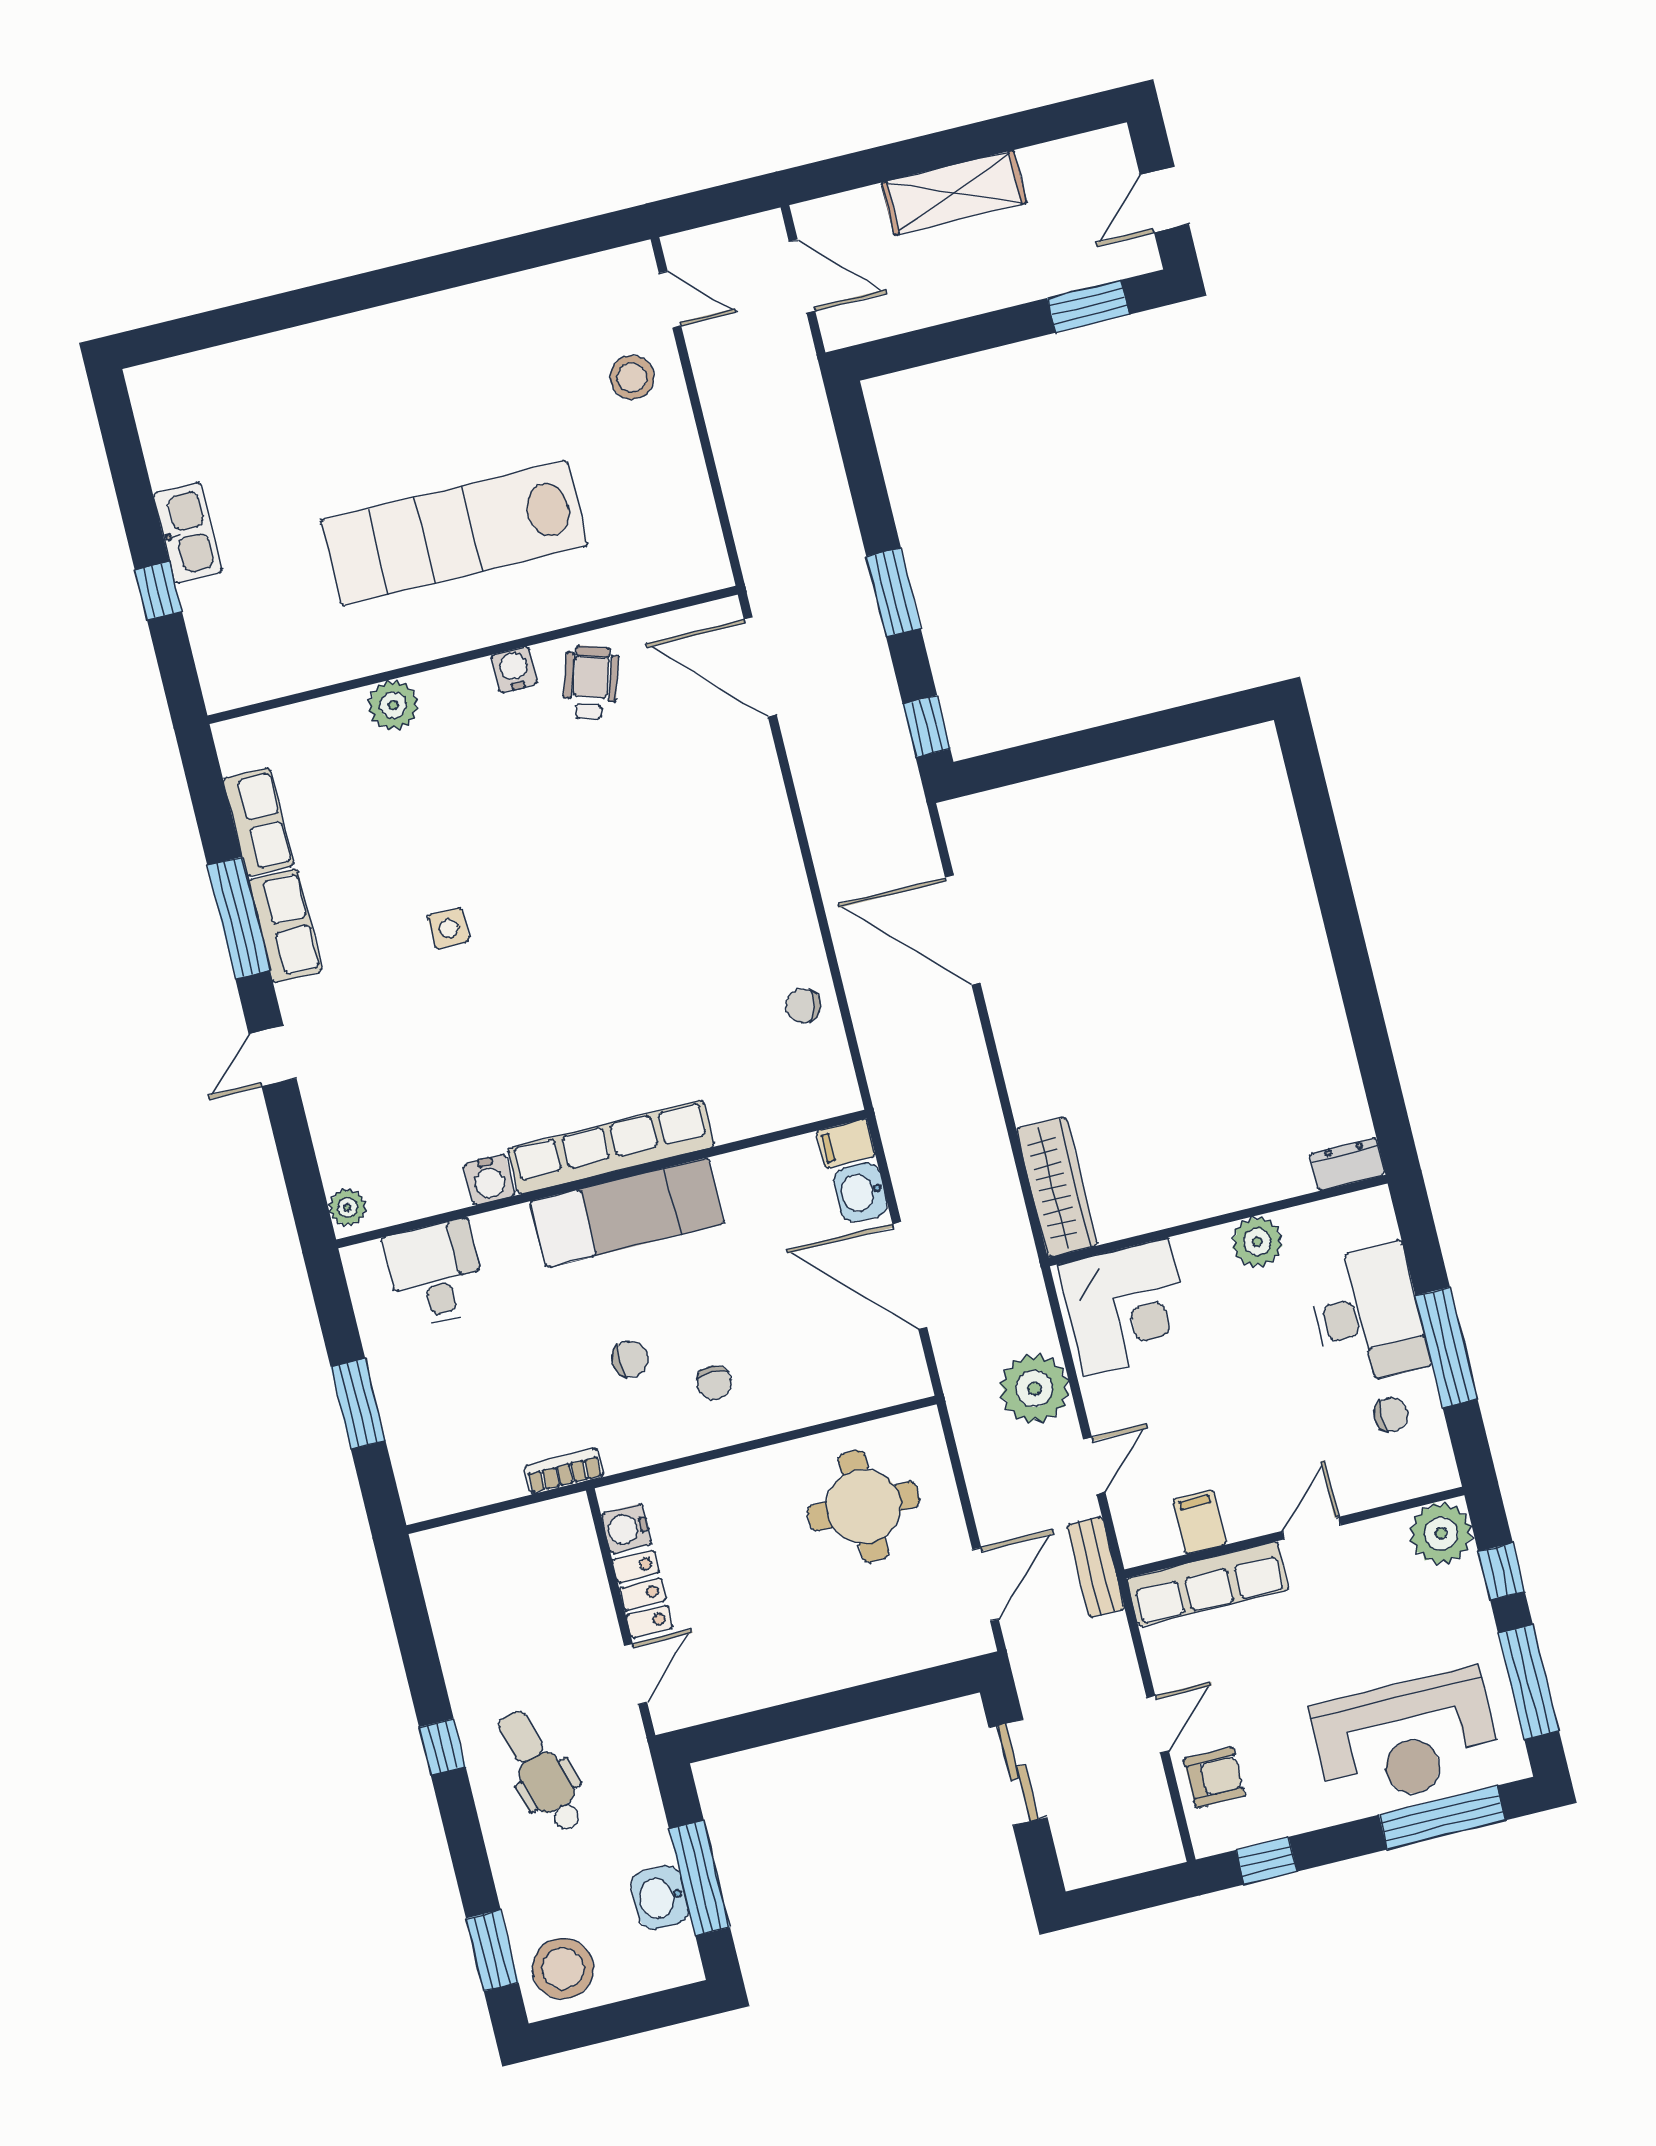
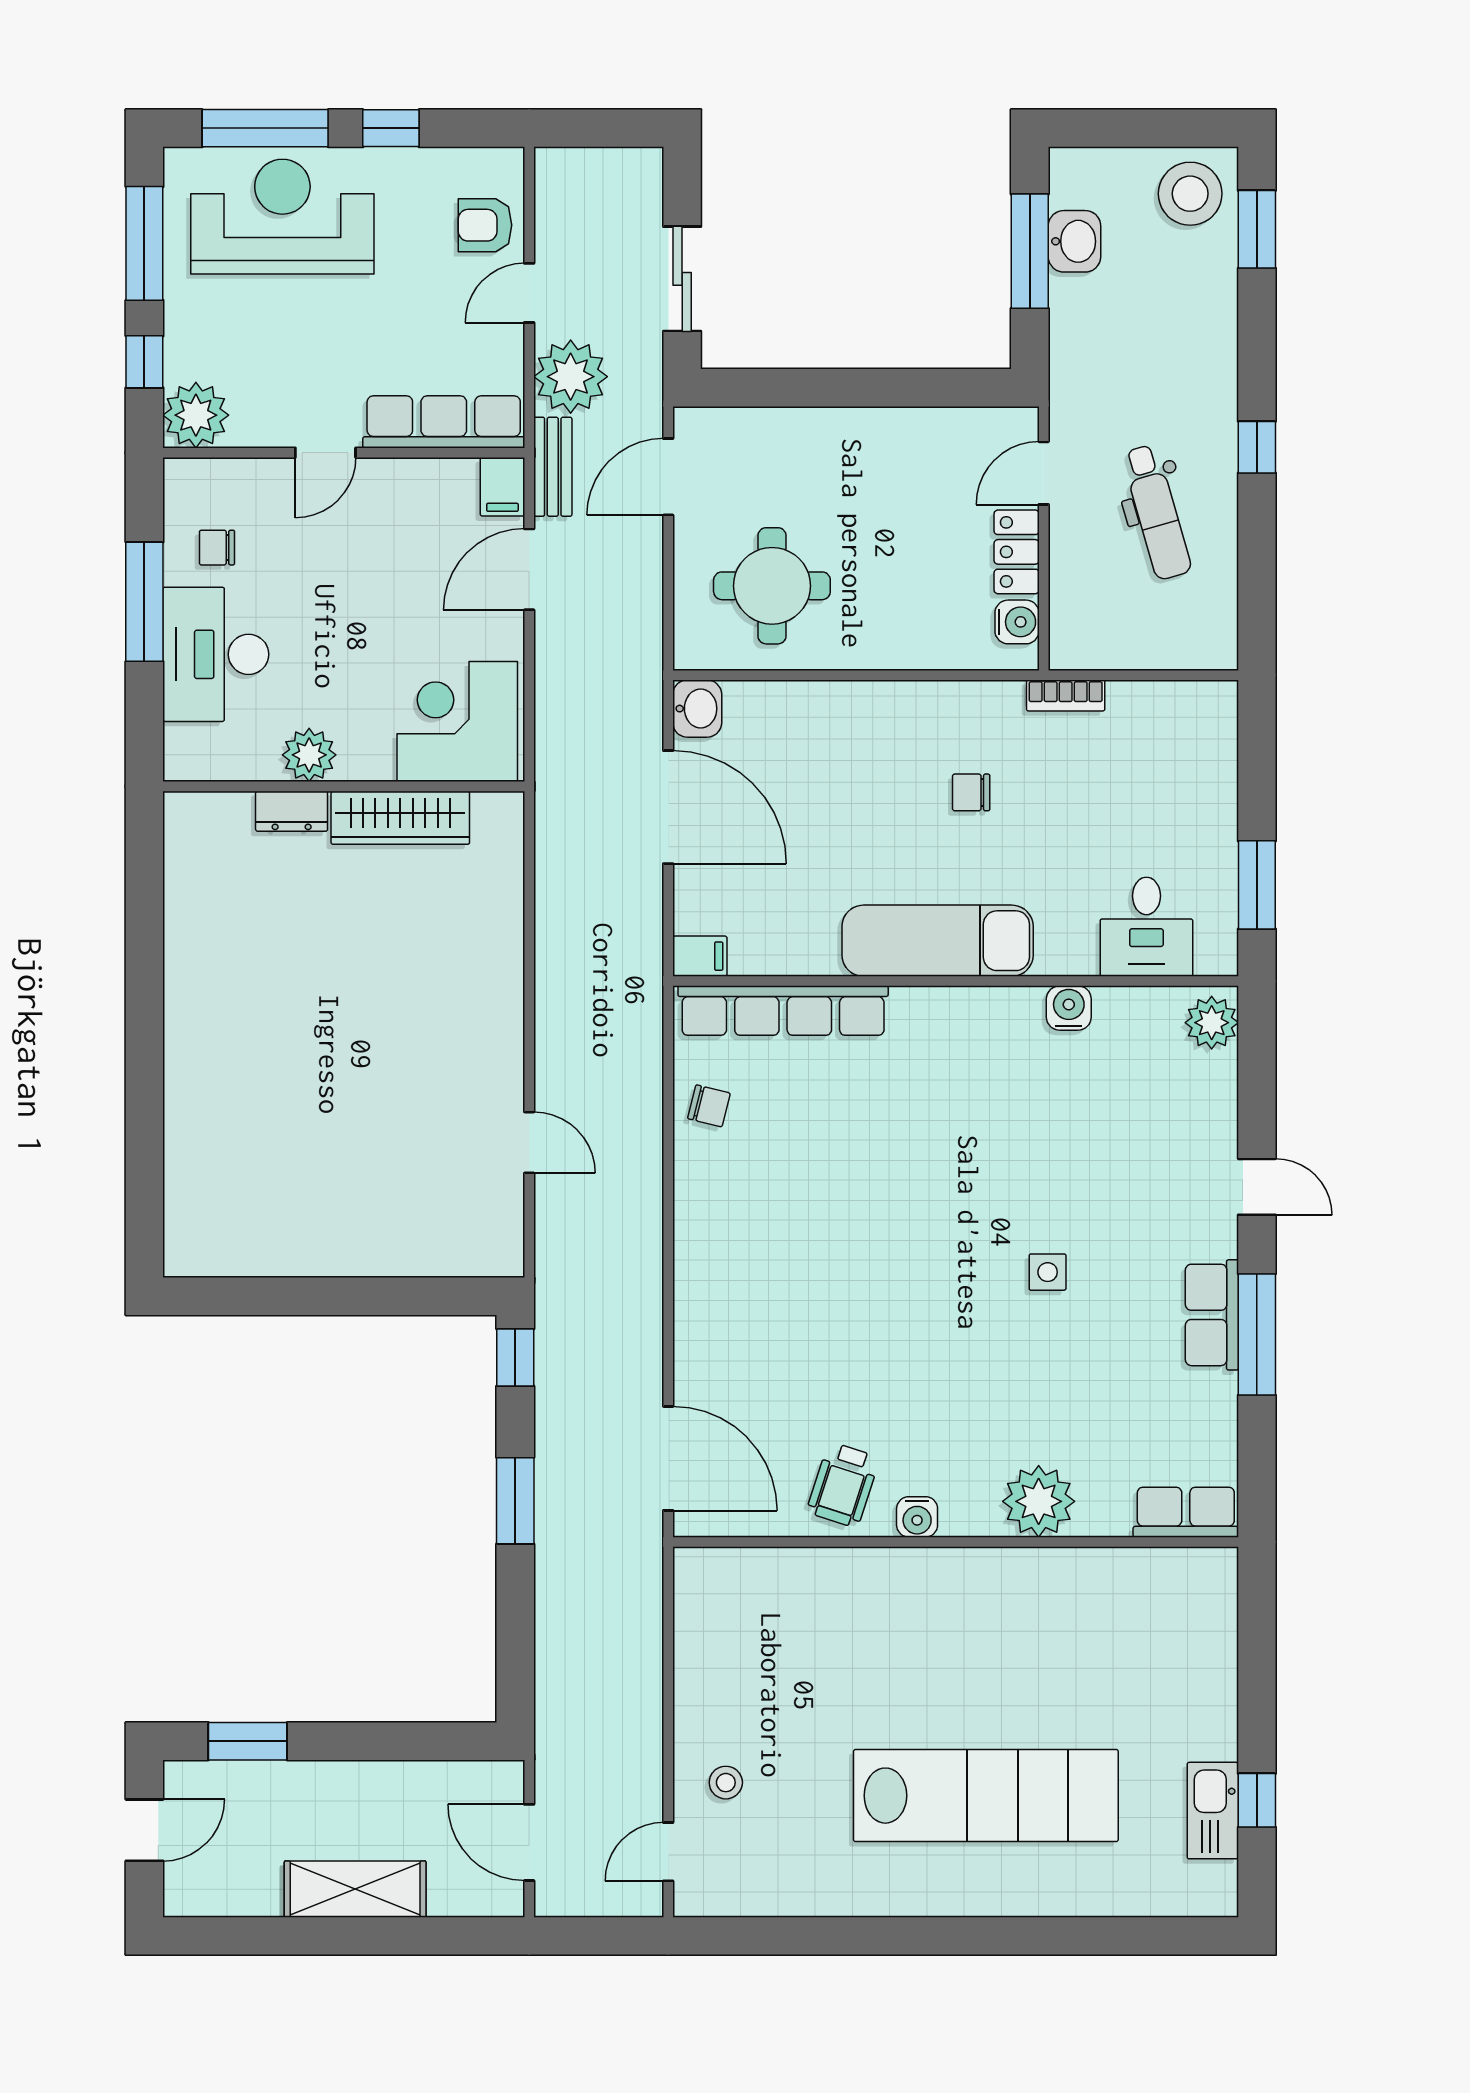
door: (670, 299) -> (668, 1852), hinge flipped
stool: (632, 377) -> (726, 1783), width x0.73, depth x0.73
kitchen sink: (188, 533) -> (1213, 1811), moved
lab bench: (454, 533) -> (986, 1796), moved
window: (158, 591) -> (1257, 1800), moved
plant: (393, 705) -> (1039, 1501), width x1.36, depth x1.36
row of seats: (258, 822) -> (1186, 1512), moved, turned 90
door: (963, 930) -> (529, 1143), width x0.53
door: (273, 1056) -> (1257, 1187), hinge flipped
row of seats: (611, 1147) -> (783, 1011), moved
dresser: (1347, 1164) -> (292, 811), moved
wardrobe: (1057, 1187) -> (400, 818), moved, turned -90
washbasin: (861, 1192) -> (697, 709), moved
plant: (347, 1207) -> (1212, 1023), width x1.38, depth x1.38
chair: (714, 1383) -> (892, 748), removed
plant: (1034, 1389) -> (571, 377), moved
window: (358, 1404) -> (1257, 885), moved
door: (1094, 1466) -> (529, 569), width x1.38
filing cabinet: (1200, 1522) -> (502, 487), moved
dental chair: (540, 1771) -> (1157, 512), moved
window: (1266, 1861) -> (391, 128), moved

